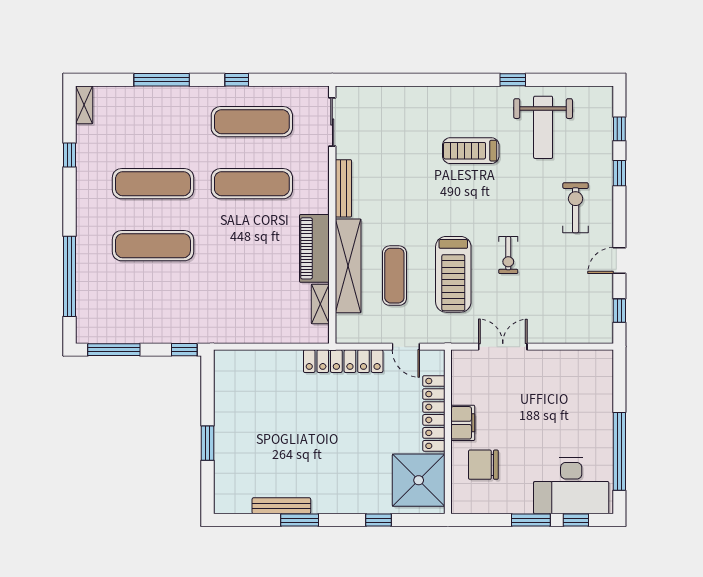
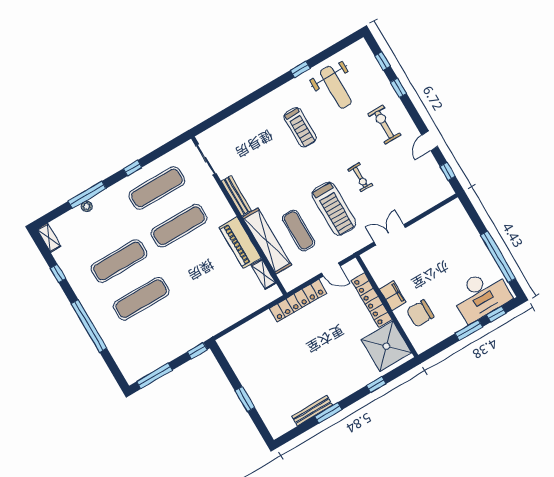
plant: (153, 94) -> (87, 206), added
treadmill: (471, 151) -> (300, 127), turned -90
window: (70, 276) -> (89, 326), moved

